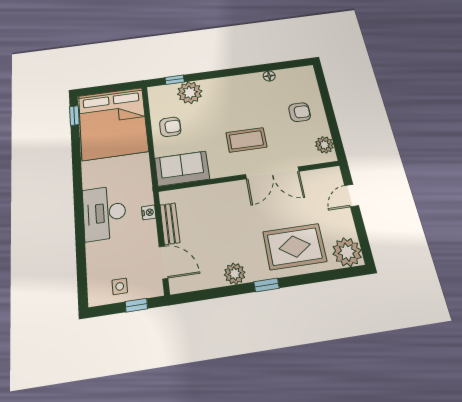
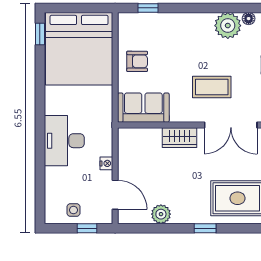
plant: (190, 93) -> (228, 26), moved
wardrobe: (223, 193) -> (180, 138), added
nightstand: (149, 212) -> (106, 163), moved
bench: (170, 224) -> (125, 160), removed
plant: (235, 274) -> (161, 214), moved

